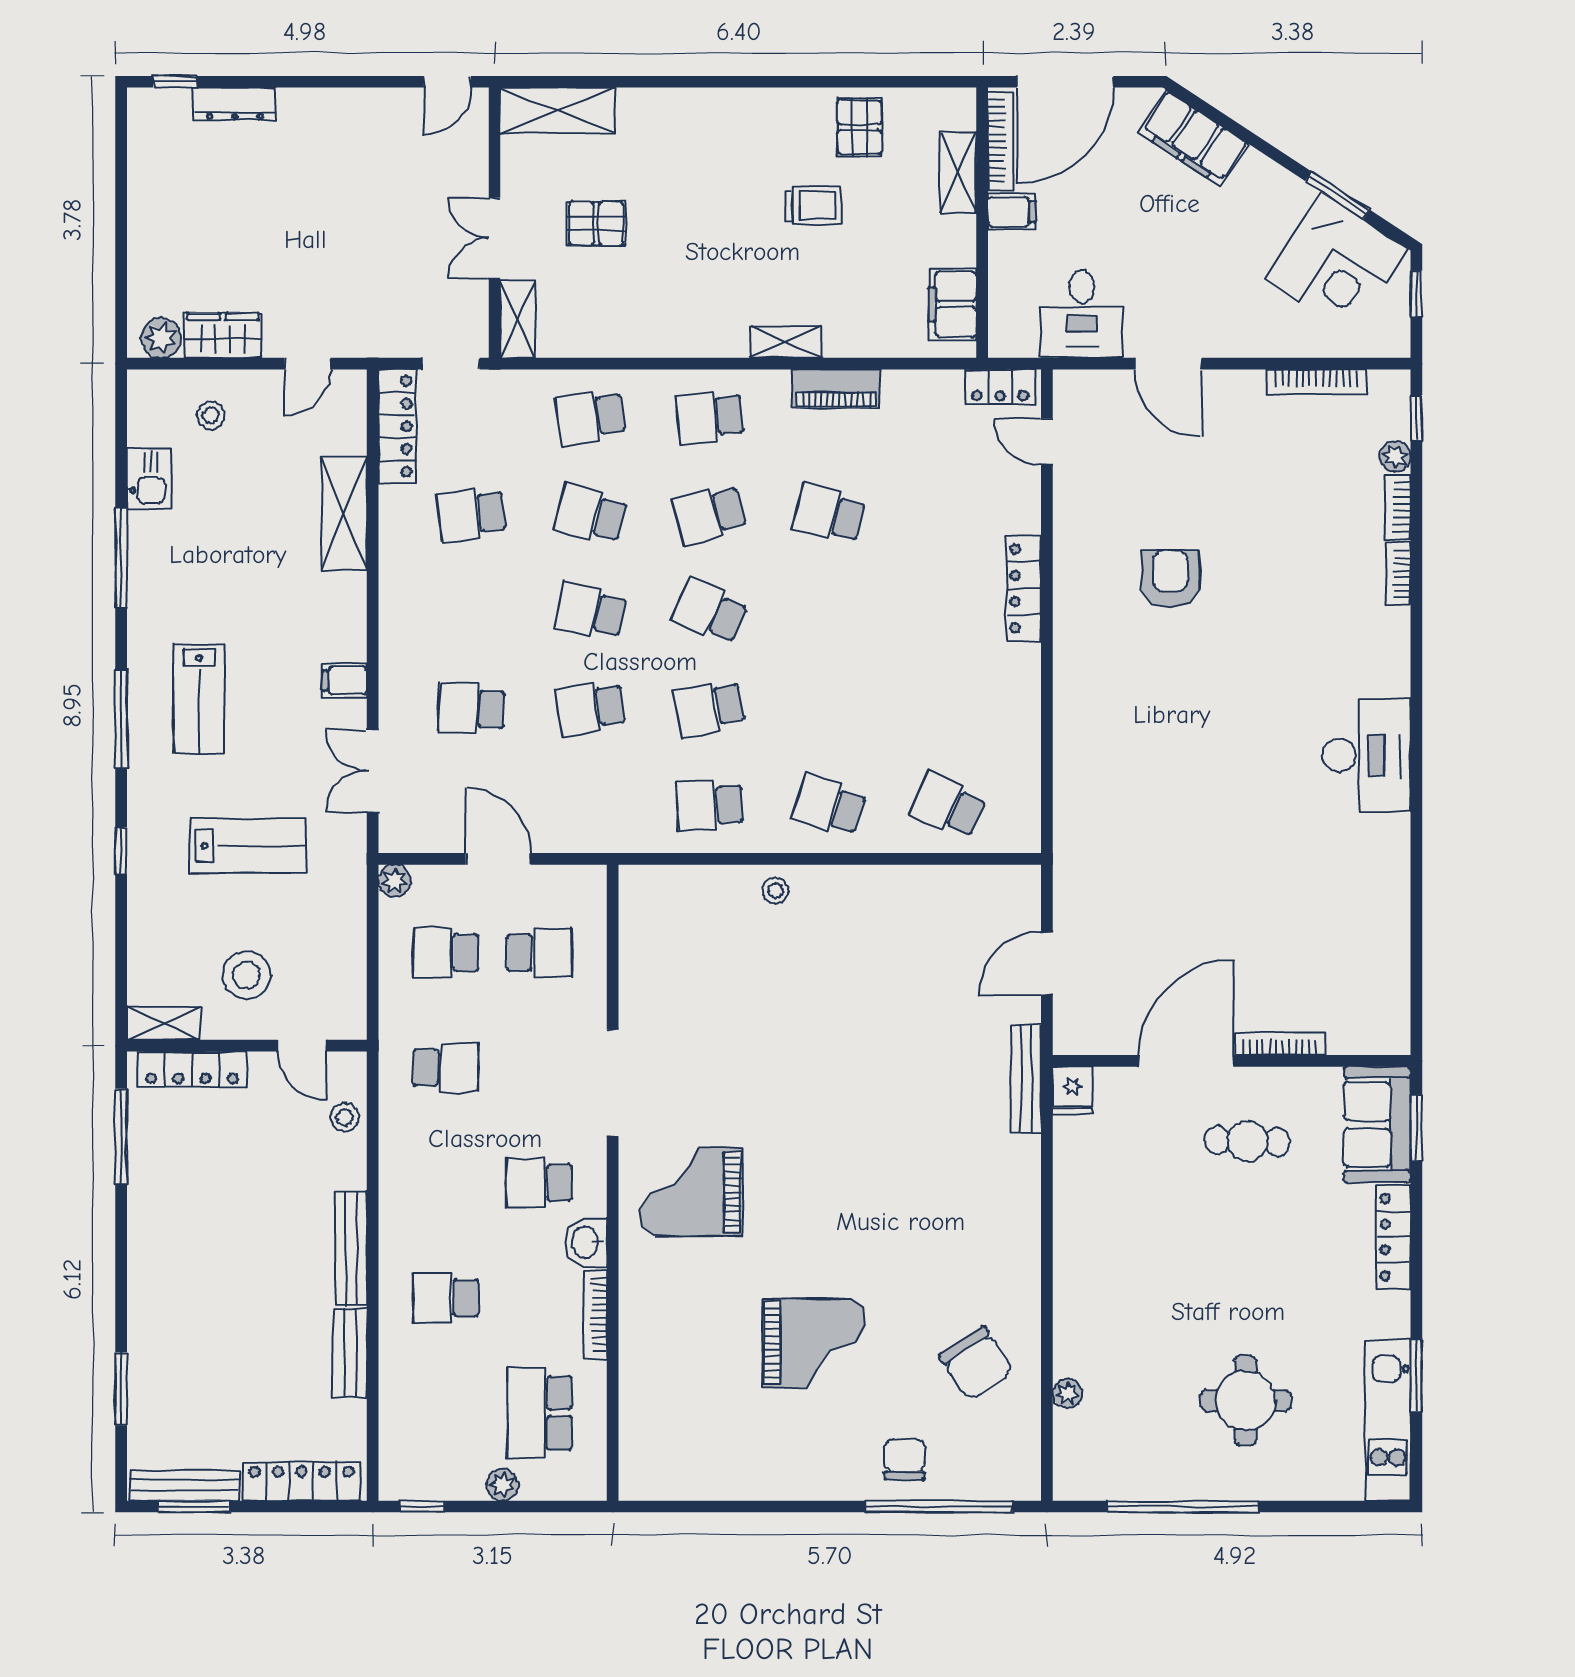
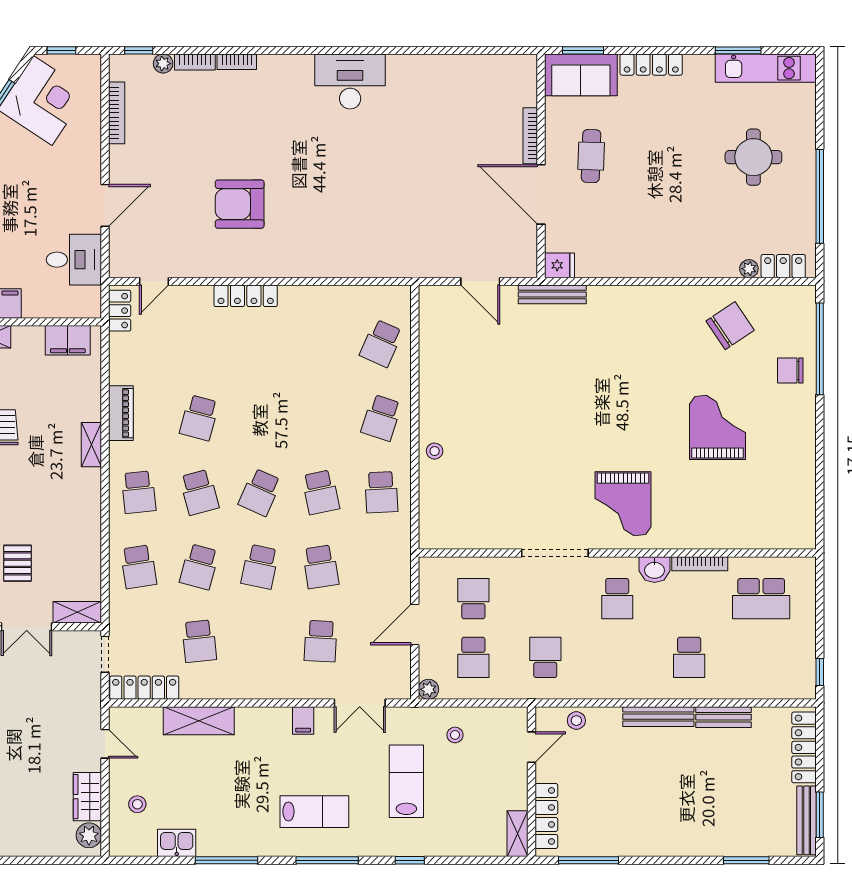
armchair: (1170, 579) -> (240, 204), width x1.36, depth x1.36
stool: (247, 975) -> (455, 735), moved, width x0.53, depth x0.53
locker: (1071, 1448) -> (783, 266), added
plant: (502, 1485) -> (806, 622), removed

